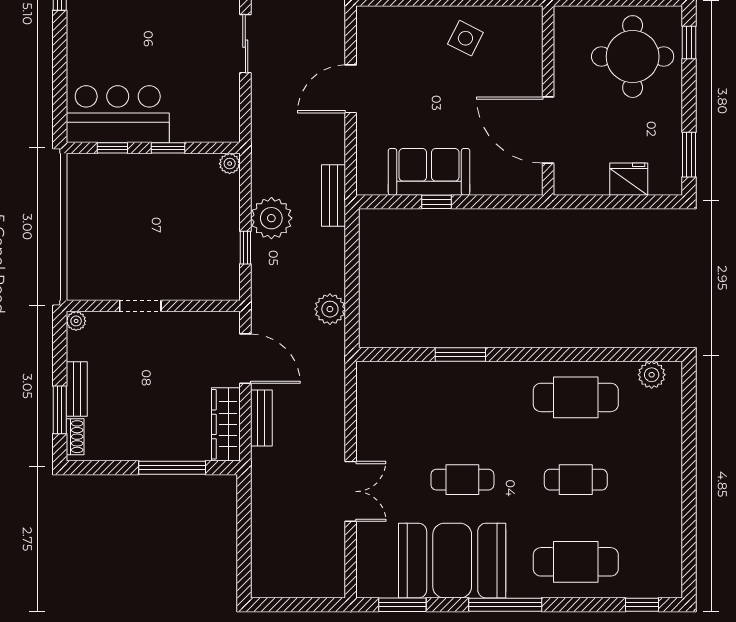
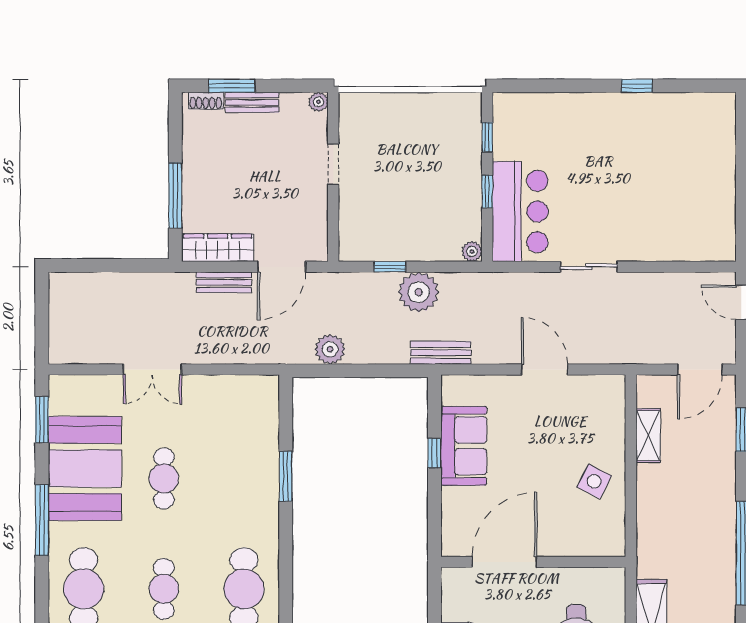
bar counter: (118, 114) -> (520, 212), moved

